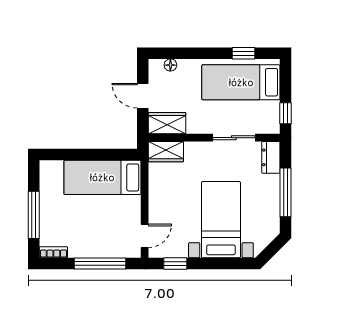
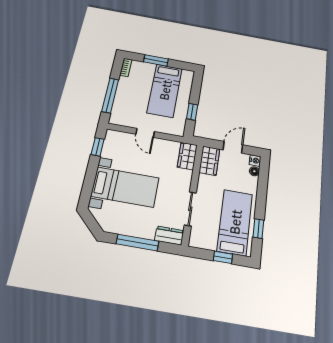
nightstand: (156, 66) -> (255, 161), added
window: (285, 113) -> (223, 257), moved
window: (102, 155) -> (192, 112), added
bed: (102, 177) -> (165, 90), moved, turned 180
window: (34, 215) -> (156, 60), width x0.69
door: (145, 236) -> (145, 133), moved

